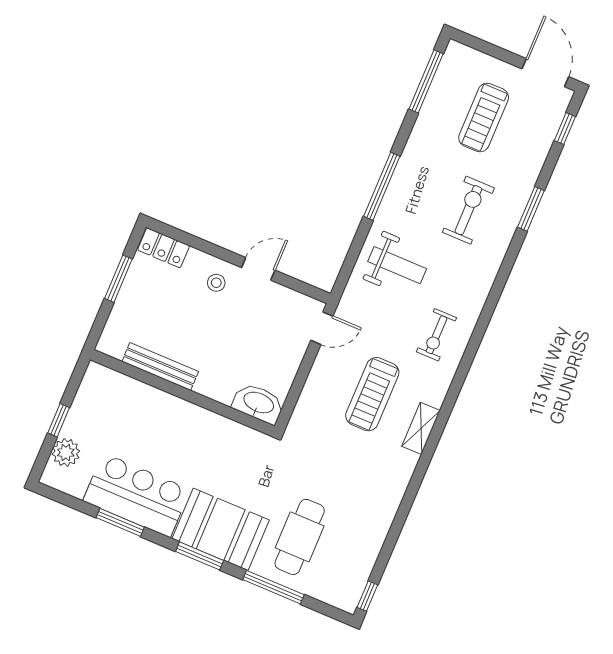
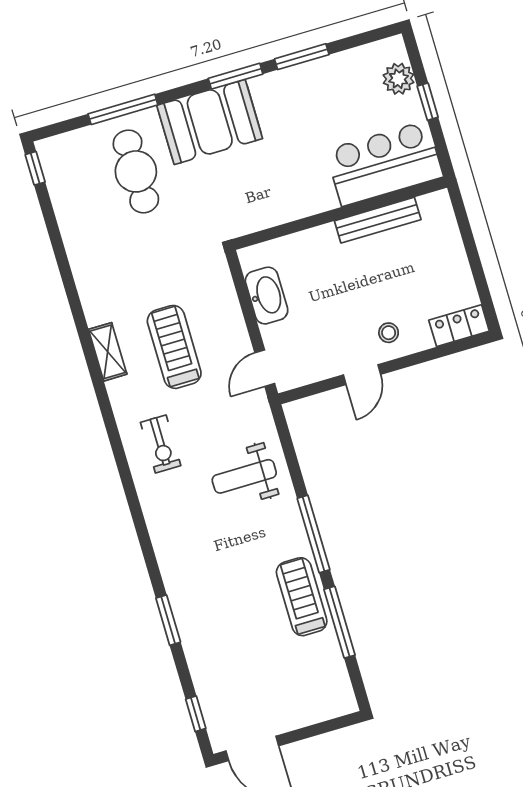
window: (426, 81) -> (339, 622), moved
treadmill: (484, 117) -> (302, 597), moved
exercise bike: (468, 210) -> (222, 575), removed
window: (118, 279) -> (476, 267), removed
exercise bike: (437, 335) -> (161, 444), turned 180
washbasin: (258, 403) -> (267, 296), moved, turned -90
bar counter: (137, 495) -> (384, 163), moved, turned 180
window: (200, 556) -> (236, 76), moved

